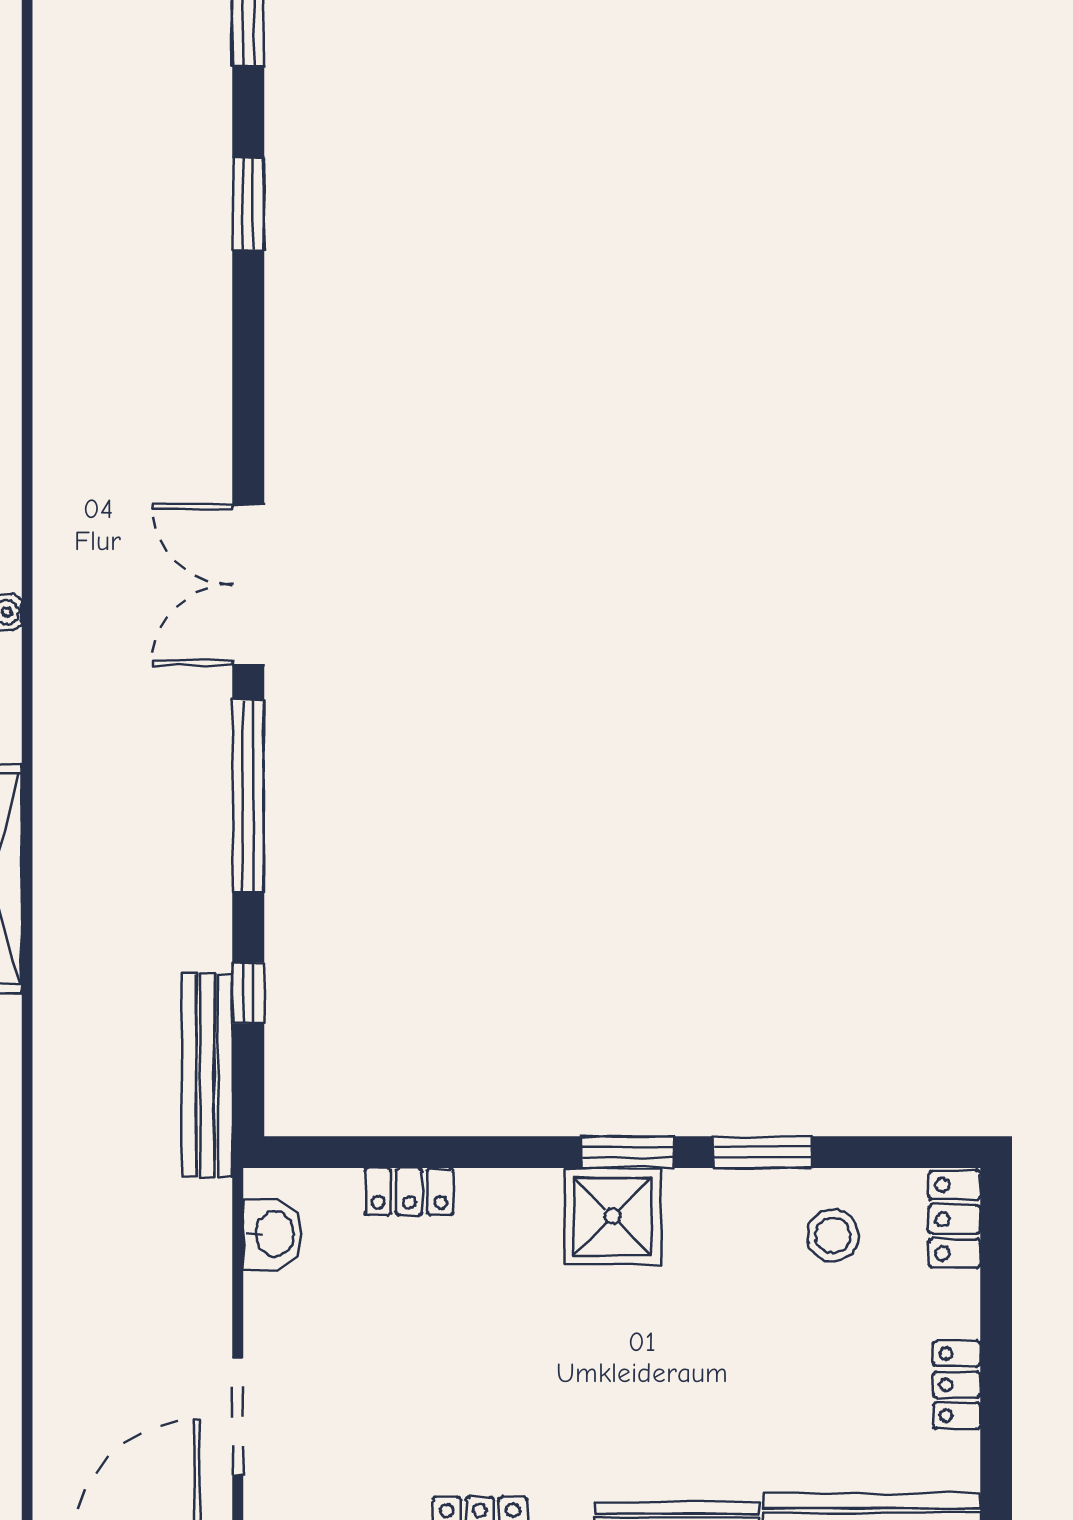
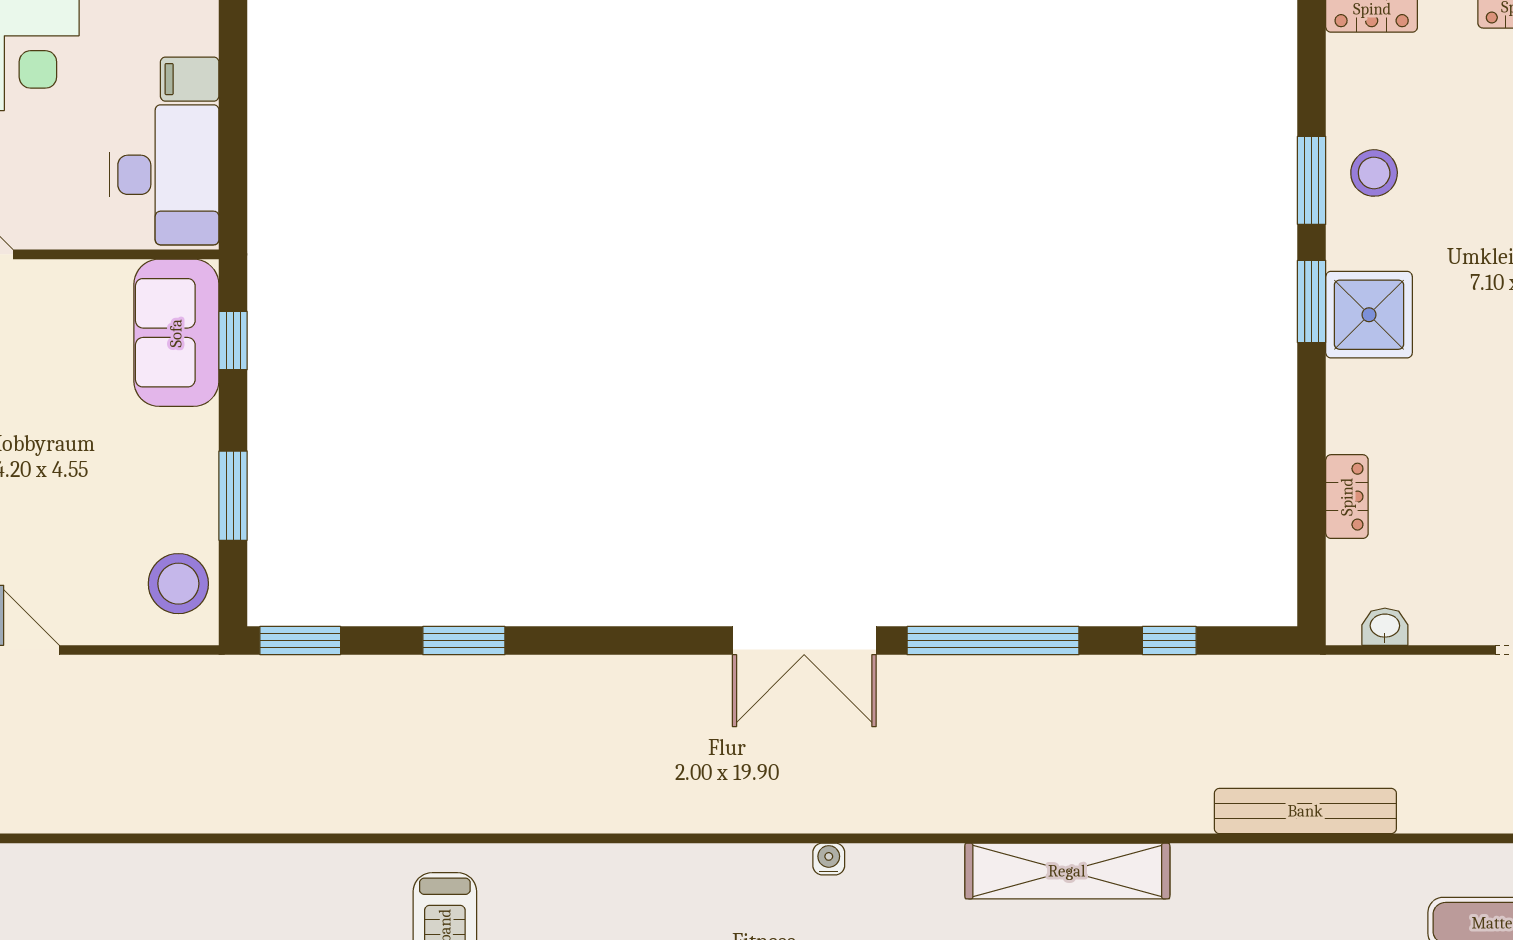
bench: (207, 1076) -> (1305, 811), moved
washbasin: (273, 1234) -> (1385, 627), width x0.72, depth x0.69
stool: (833, 1235) -> (1374, 173), moved

